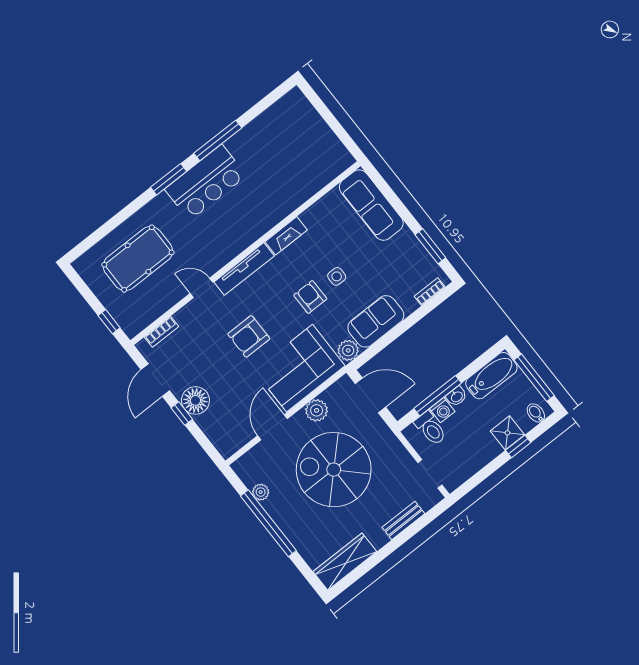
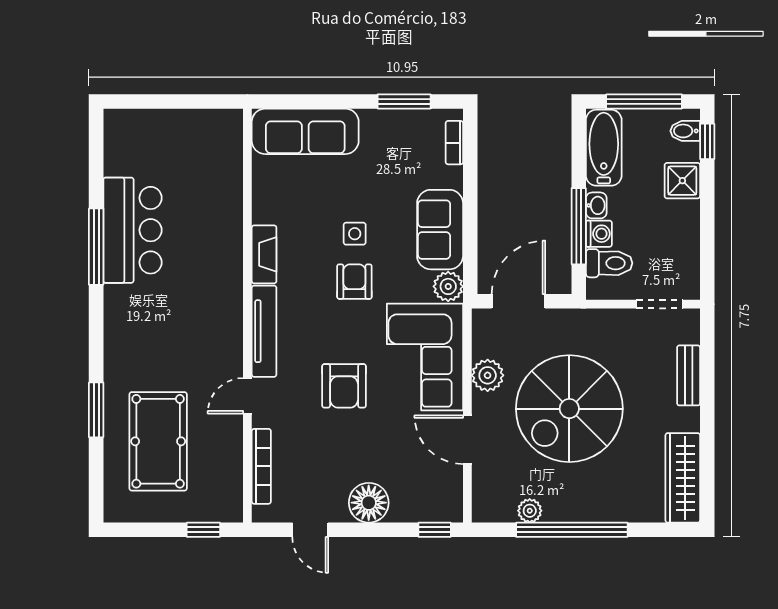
window: (169, 179) -> (96, 410), moved
bar counter: (206, 182) -> (132, 230), moved
armchair: (310, 297) -> (354, 282), turned 90
bookcase: (162, 332) -> (261, 466), width x1.56
door: (155, 380) -> (310, 530), width x0.73
window: (182, 414) -> (435, 530), moved
window: (518, 446) -> (707, 141), moved

